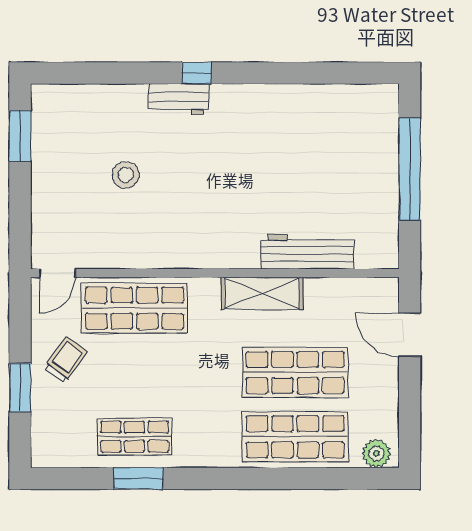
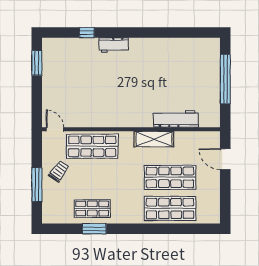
window: (197, 73) -> (87, 32), moved
stool: (126, 175) -> (88, 82), removed
door: (58, 273) -> (55, 129), swing flipped
window: (20, 388) -> (37, 185), width x1.44
plant: (376, 454) -> (209, 217), removed

